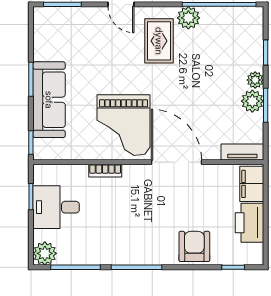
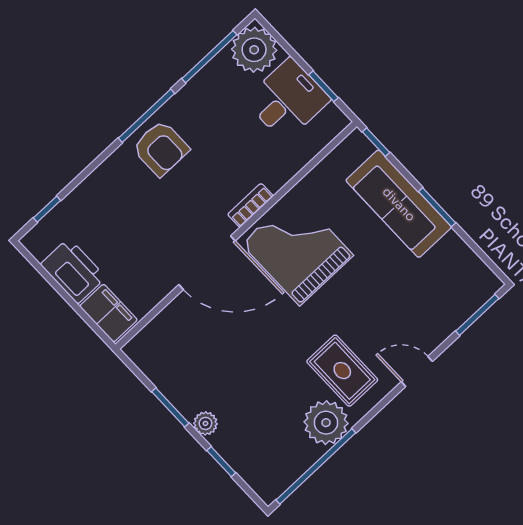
plant: (188, 18) -> (326, 423), width x1.36, depth x1.36
plant: (252, 101) -> (188, 399), removed
tv unit: (242, 152) -> (149, 337), removed
bookcase: (105, 171) -> (250, 205), moved
armchair: (194, 246) -> (161, 148), moved
plant: (45, 253) -> (254, 50), width x1.36, depth x1.36

